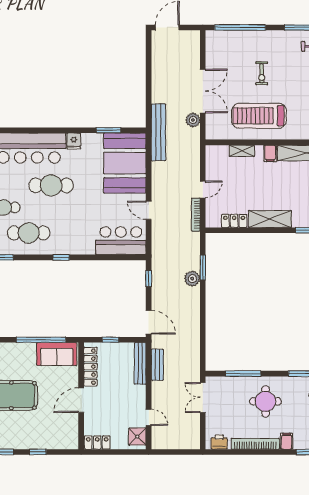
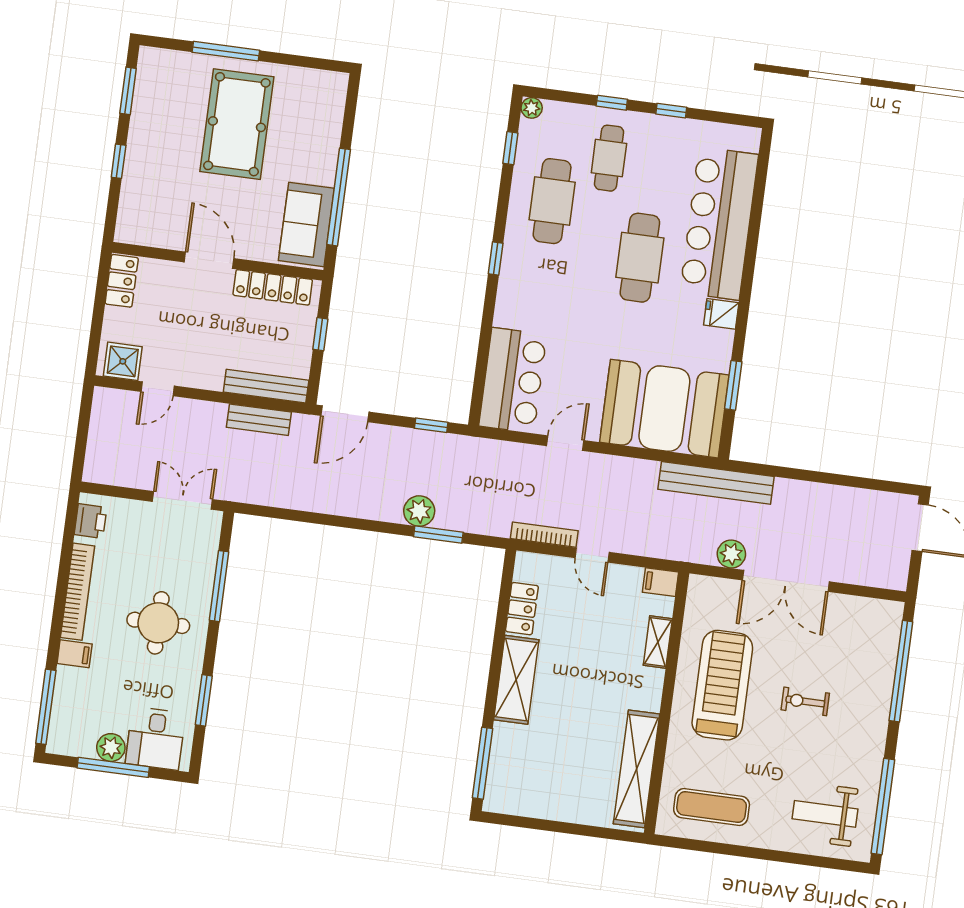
filing cabinet: (270, 153) -> (660, 582), moved

